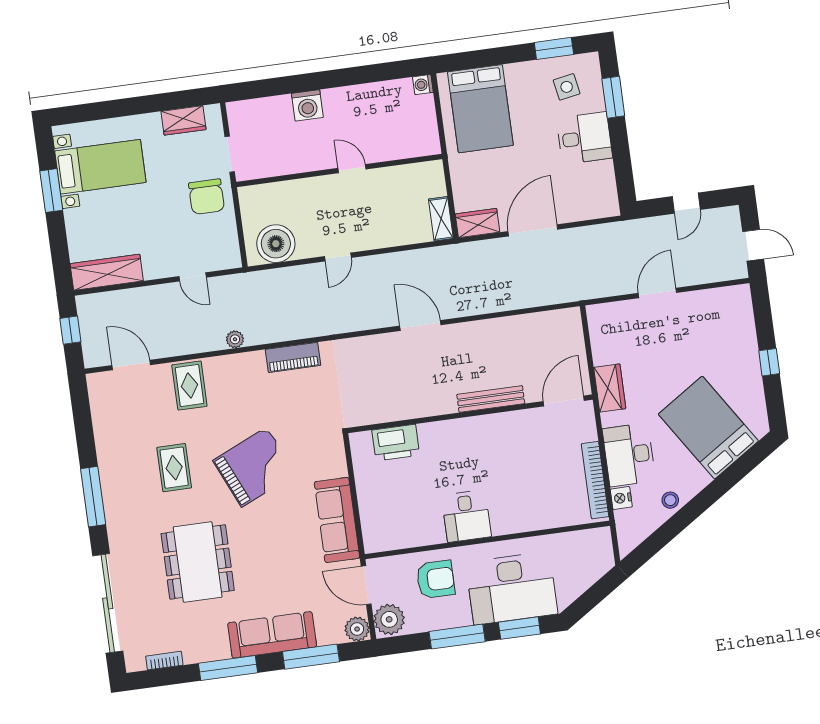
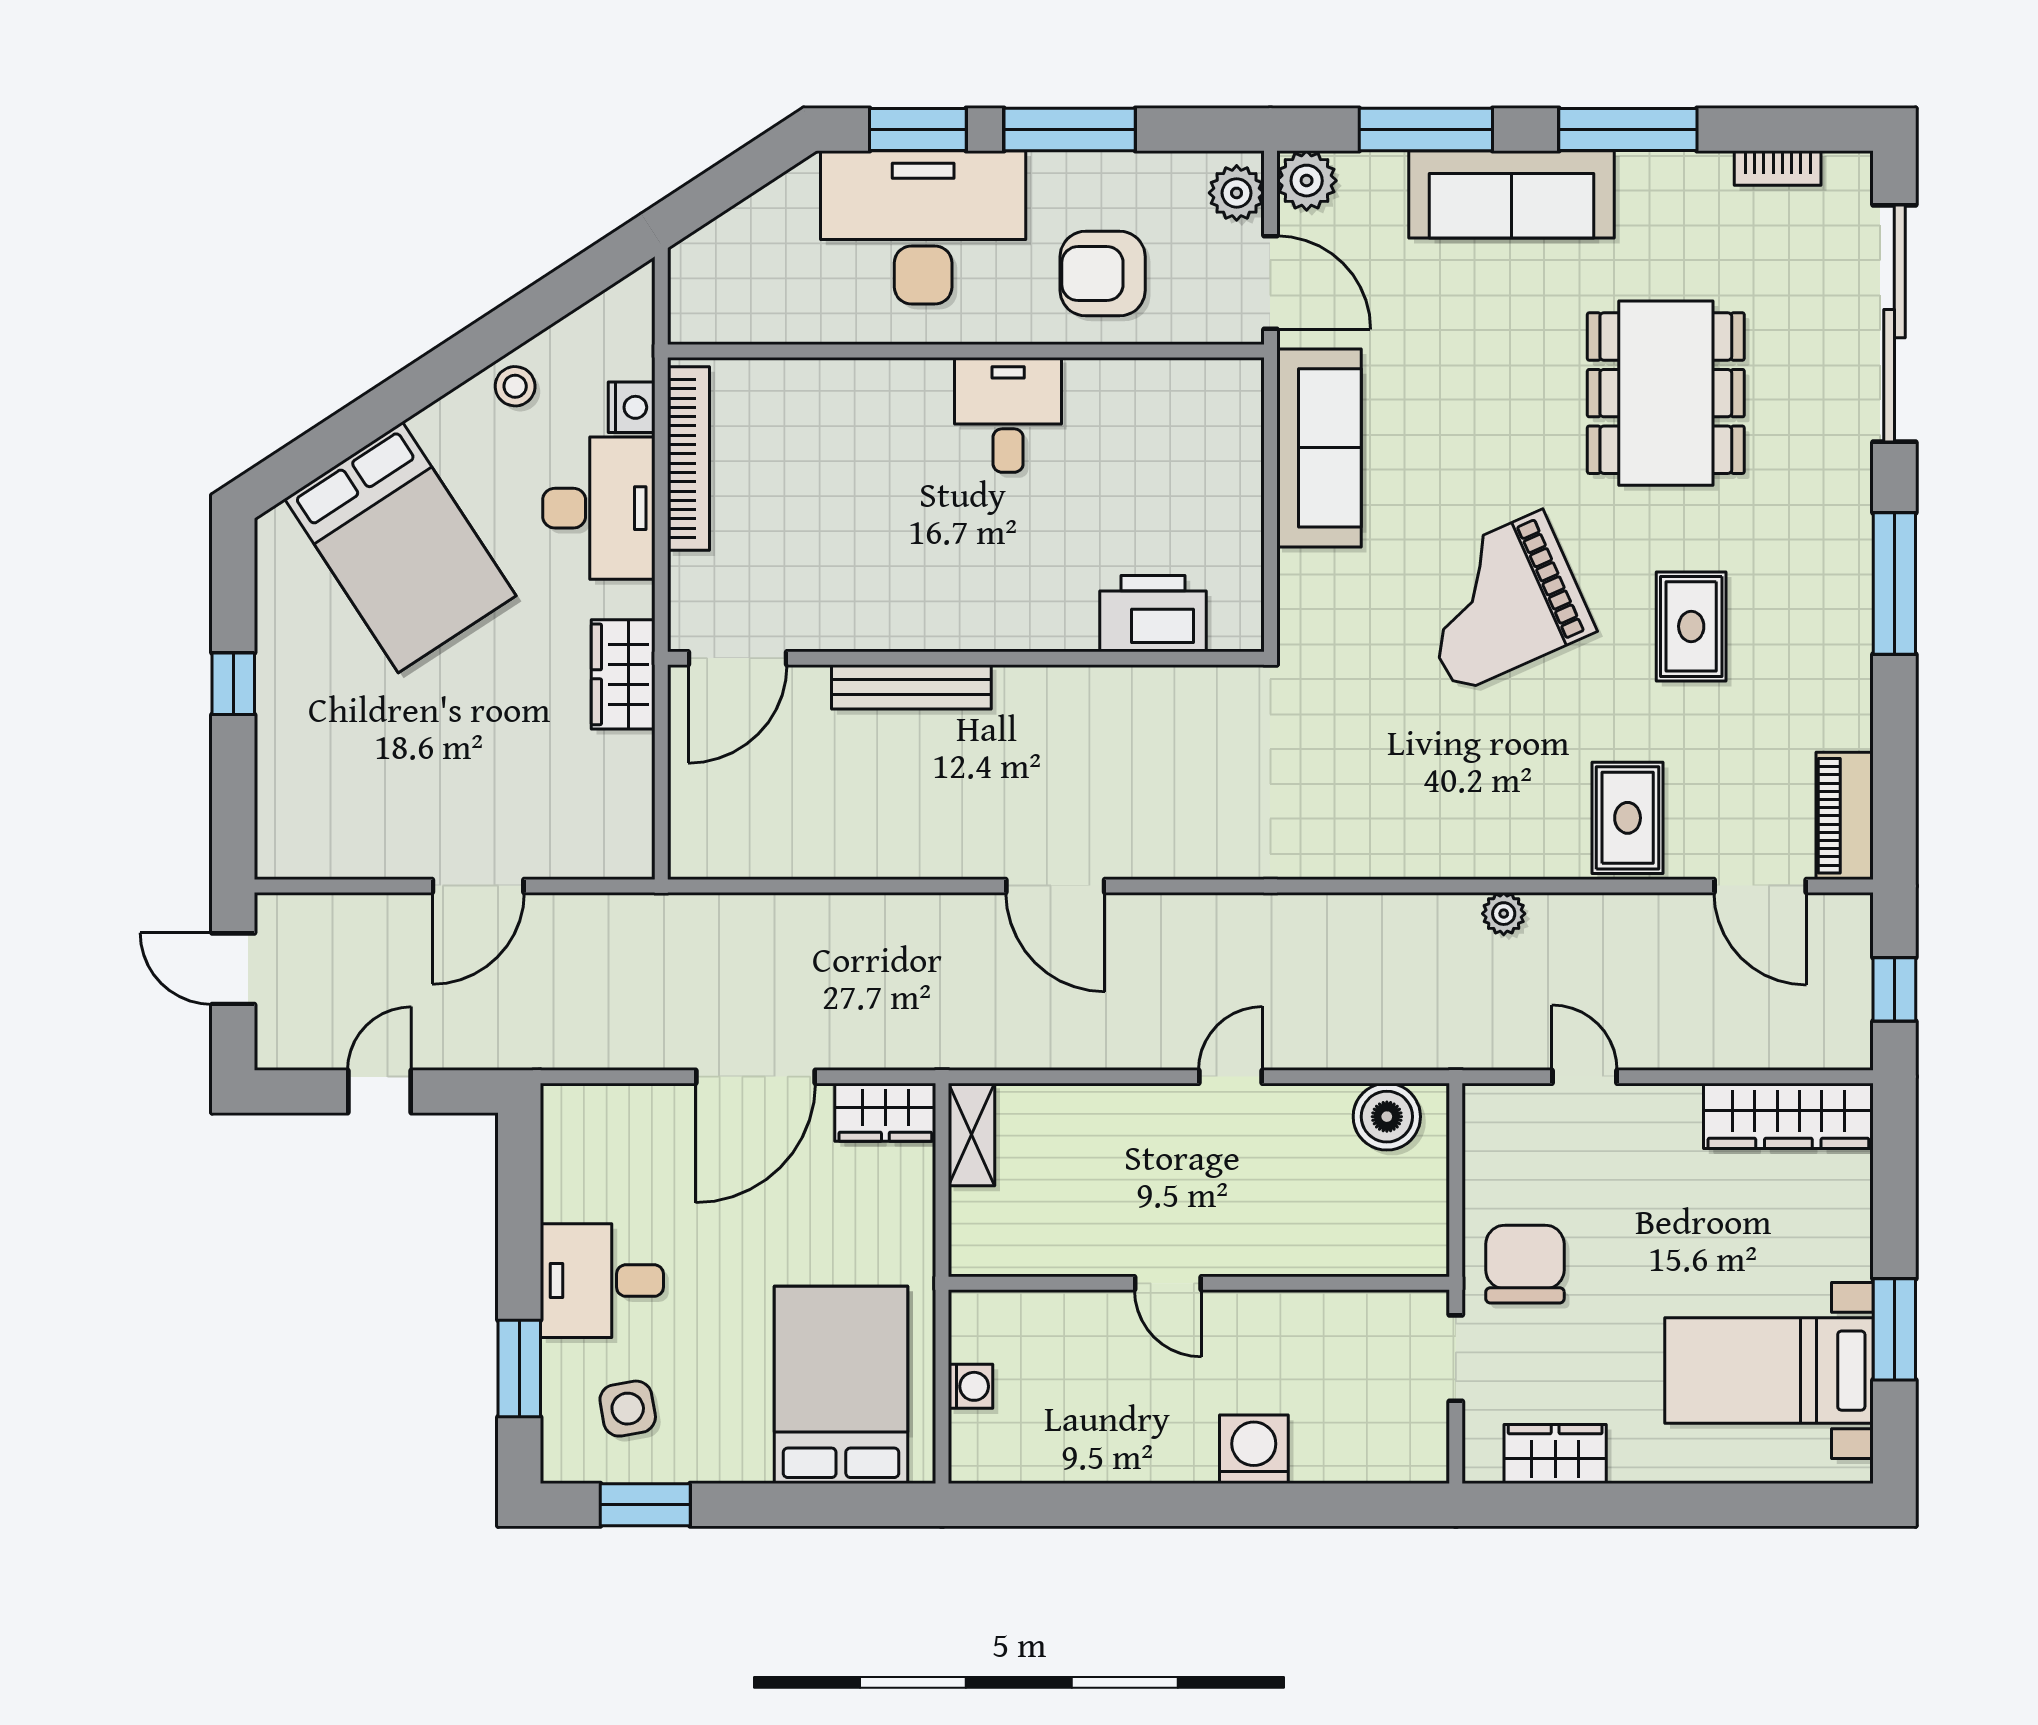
washing machine: (423, 85) -> (971, 1386), moved
boiler: (276, 244) -> (1387, 1117), width x0.73, depth x0.73
piano: (293, 357) -> (1845, 816), moved, turned -90
plant: (389, 619) -> (1237, 193), width x0.73, depth x0.73

